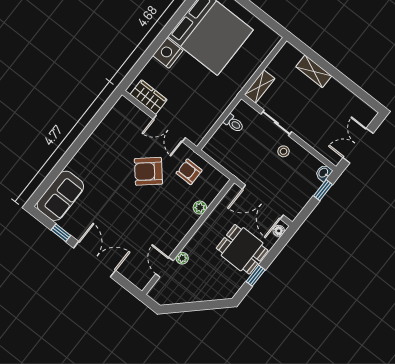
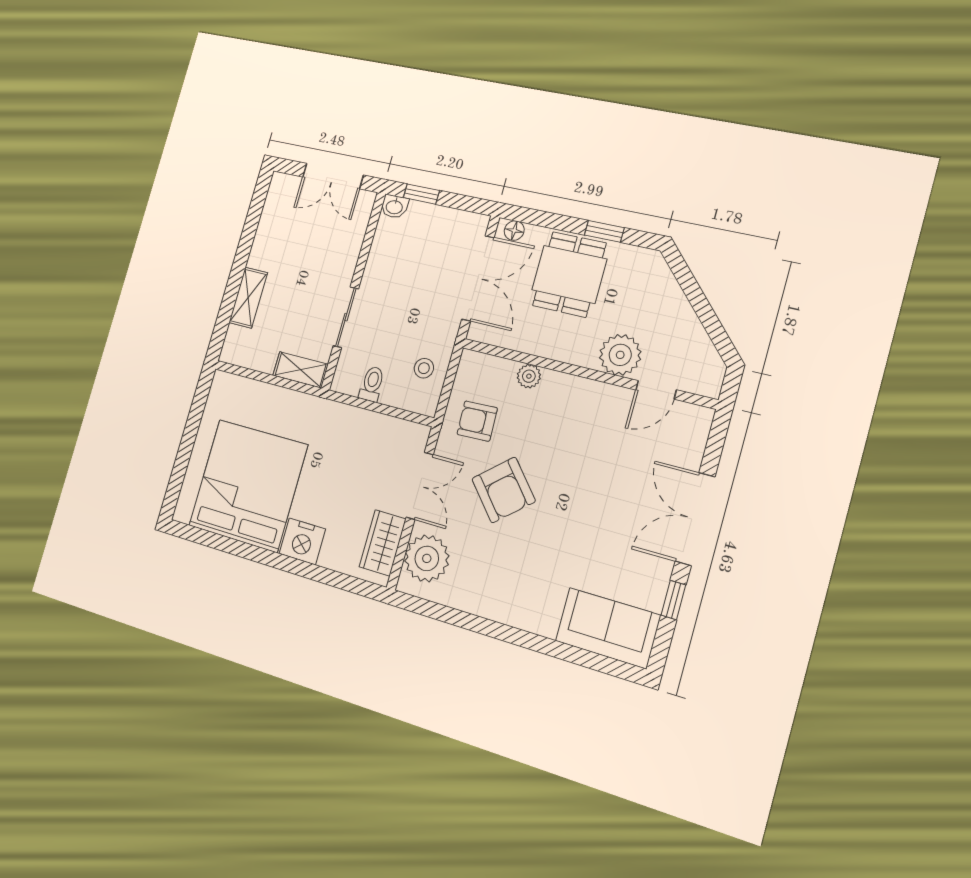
plant: (131, 118) -> (427, 558), added
stool: (283, 151) -> (424, 368), moved
armchair: (189, 172) -> (477, 421), turned 88
plant: (182, 258) -> (620, 355), width x1.88, depth x1.88

